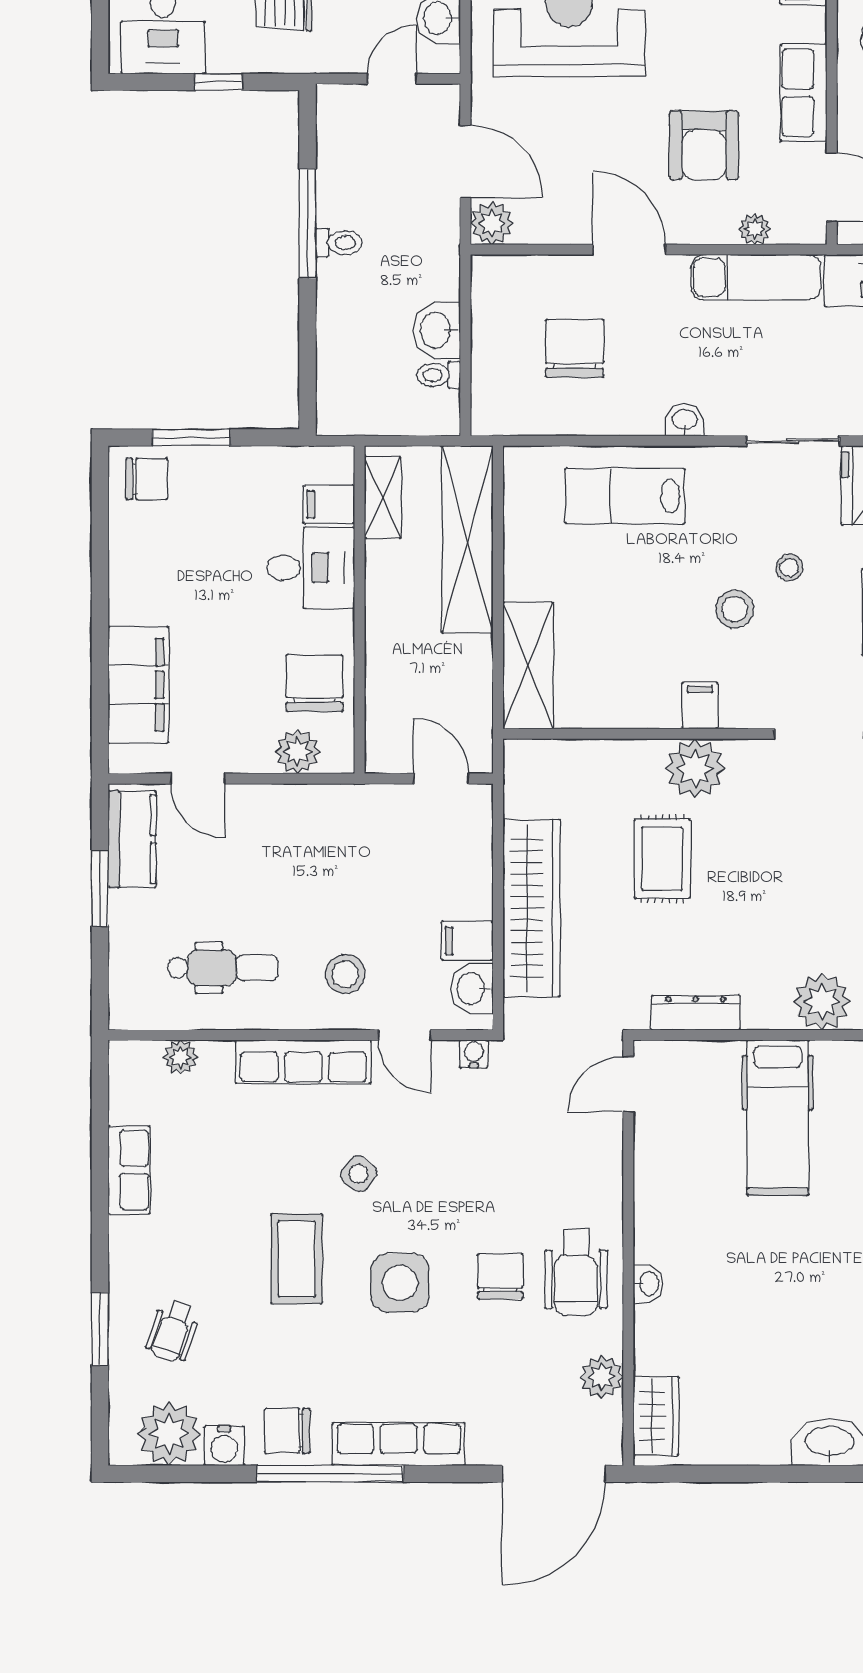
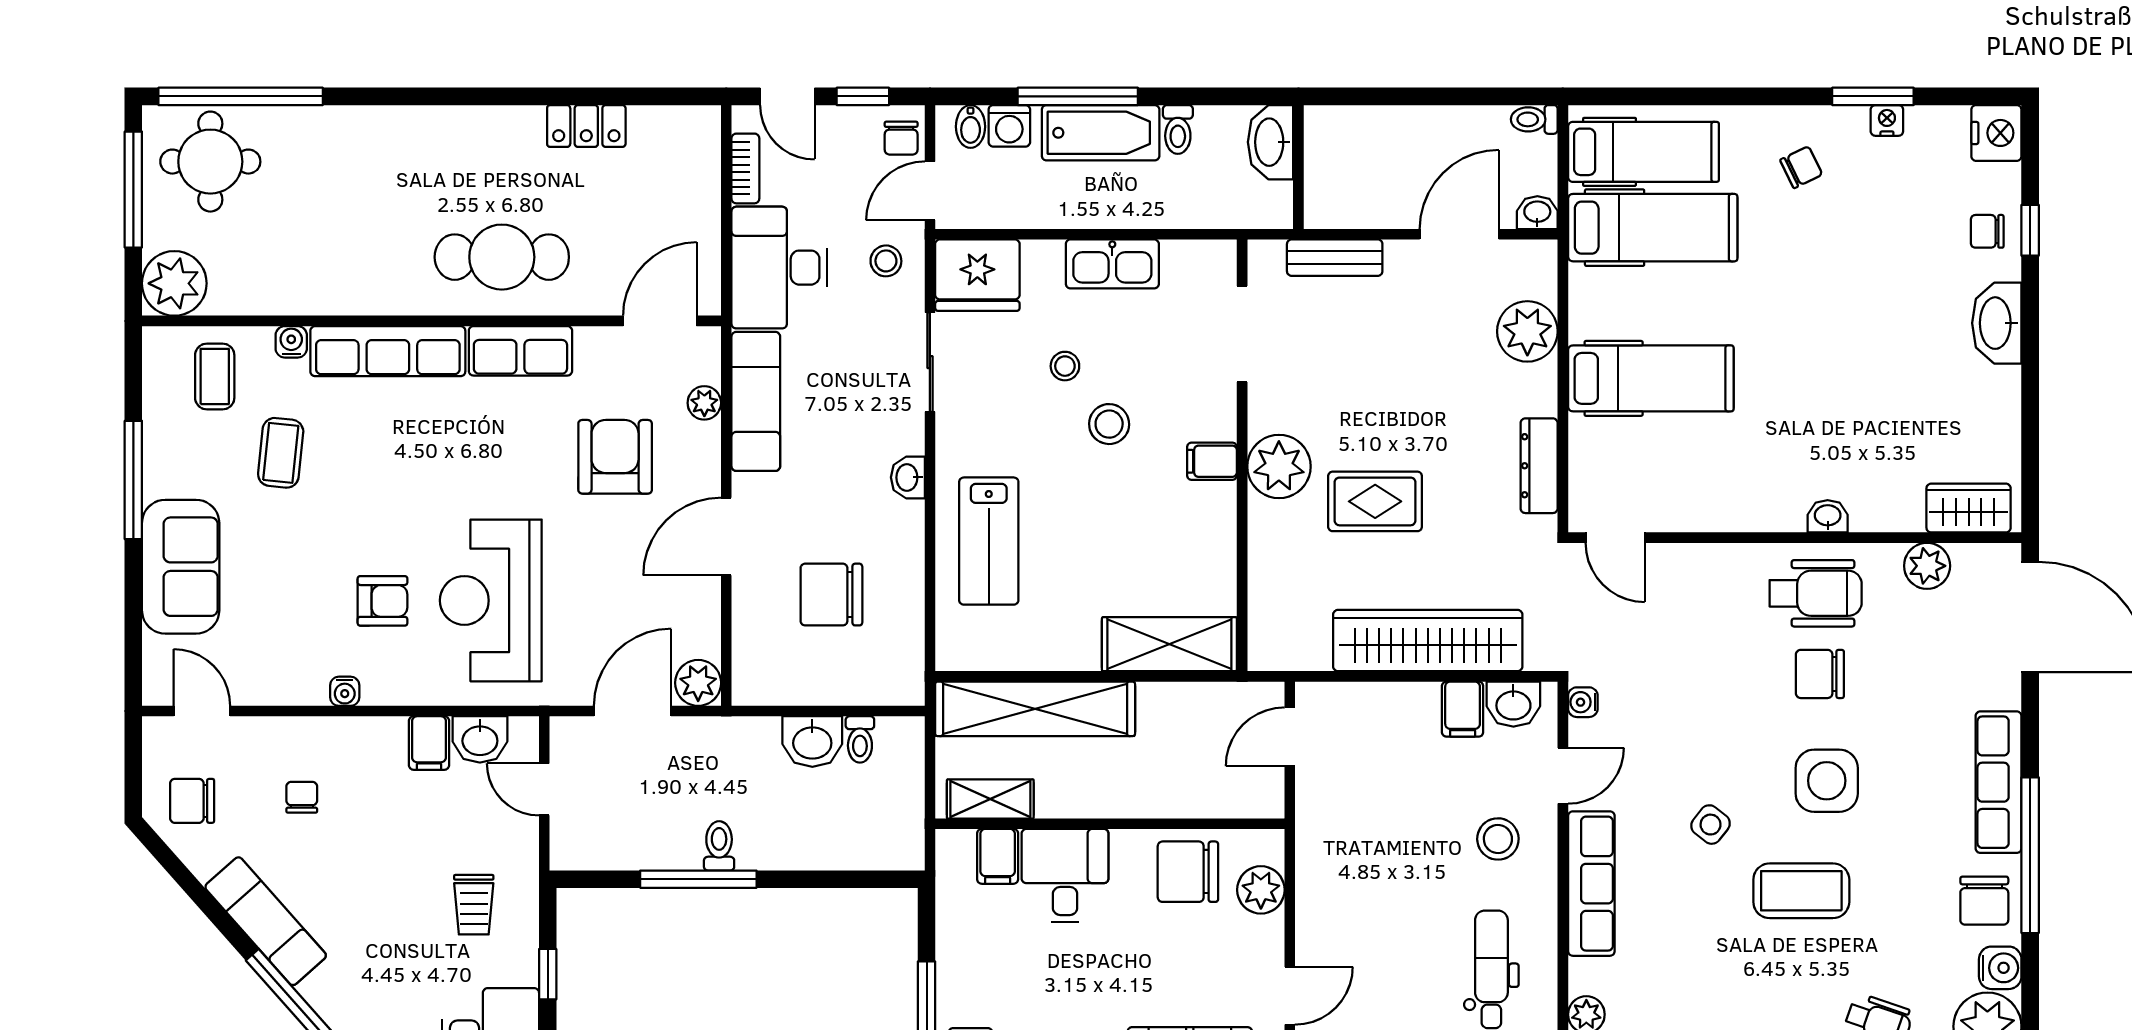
row of seats: (804, 93) -> (520, 351), moved
armchair: (704, 145) -> (615, 457), turned -90

